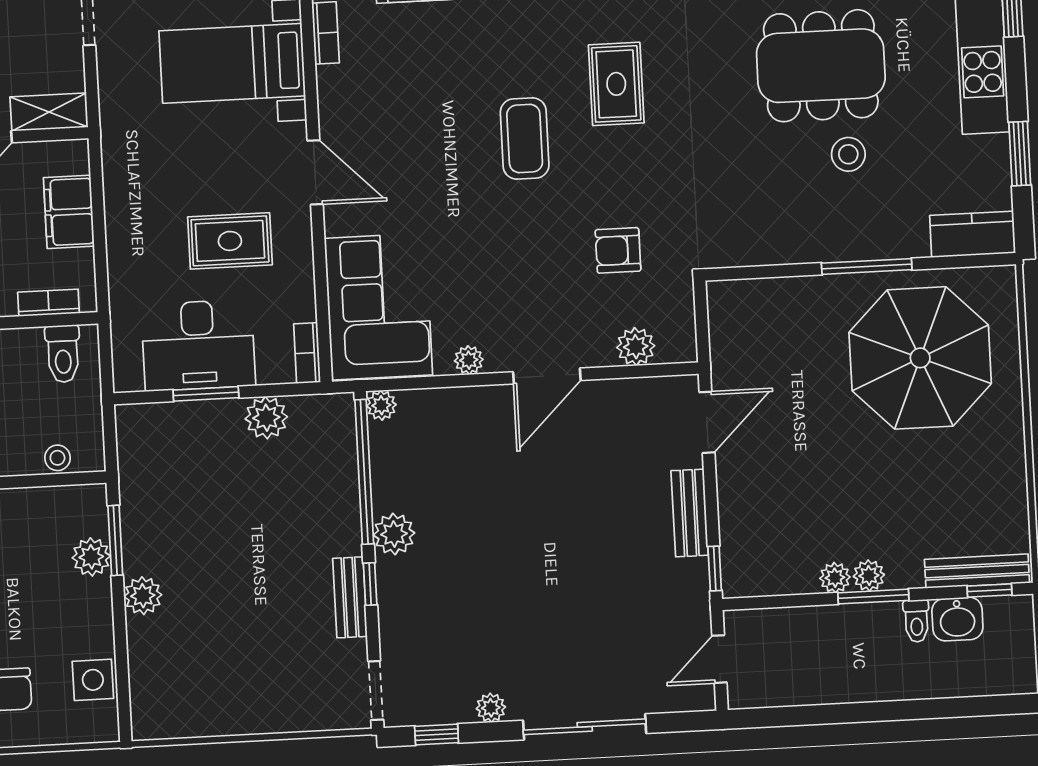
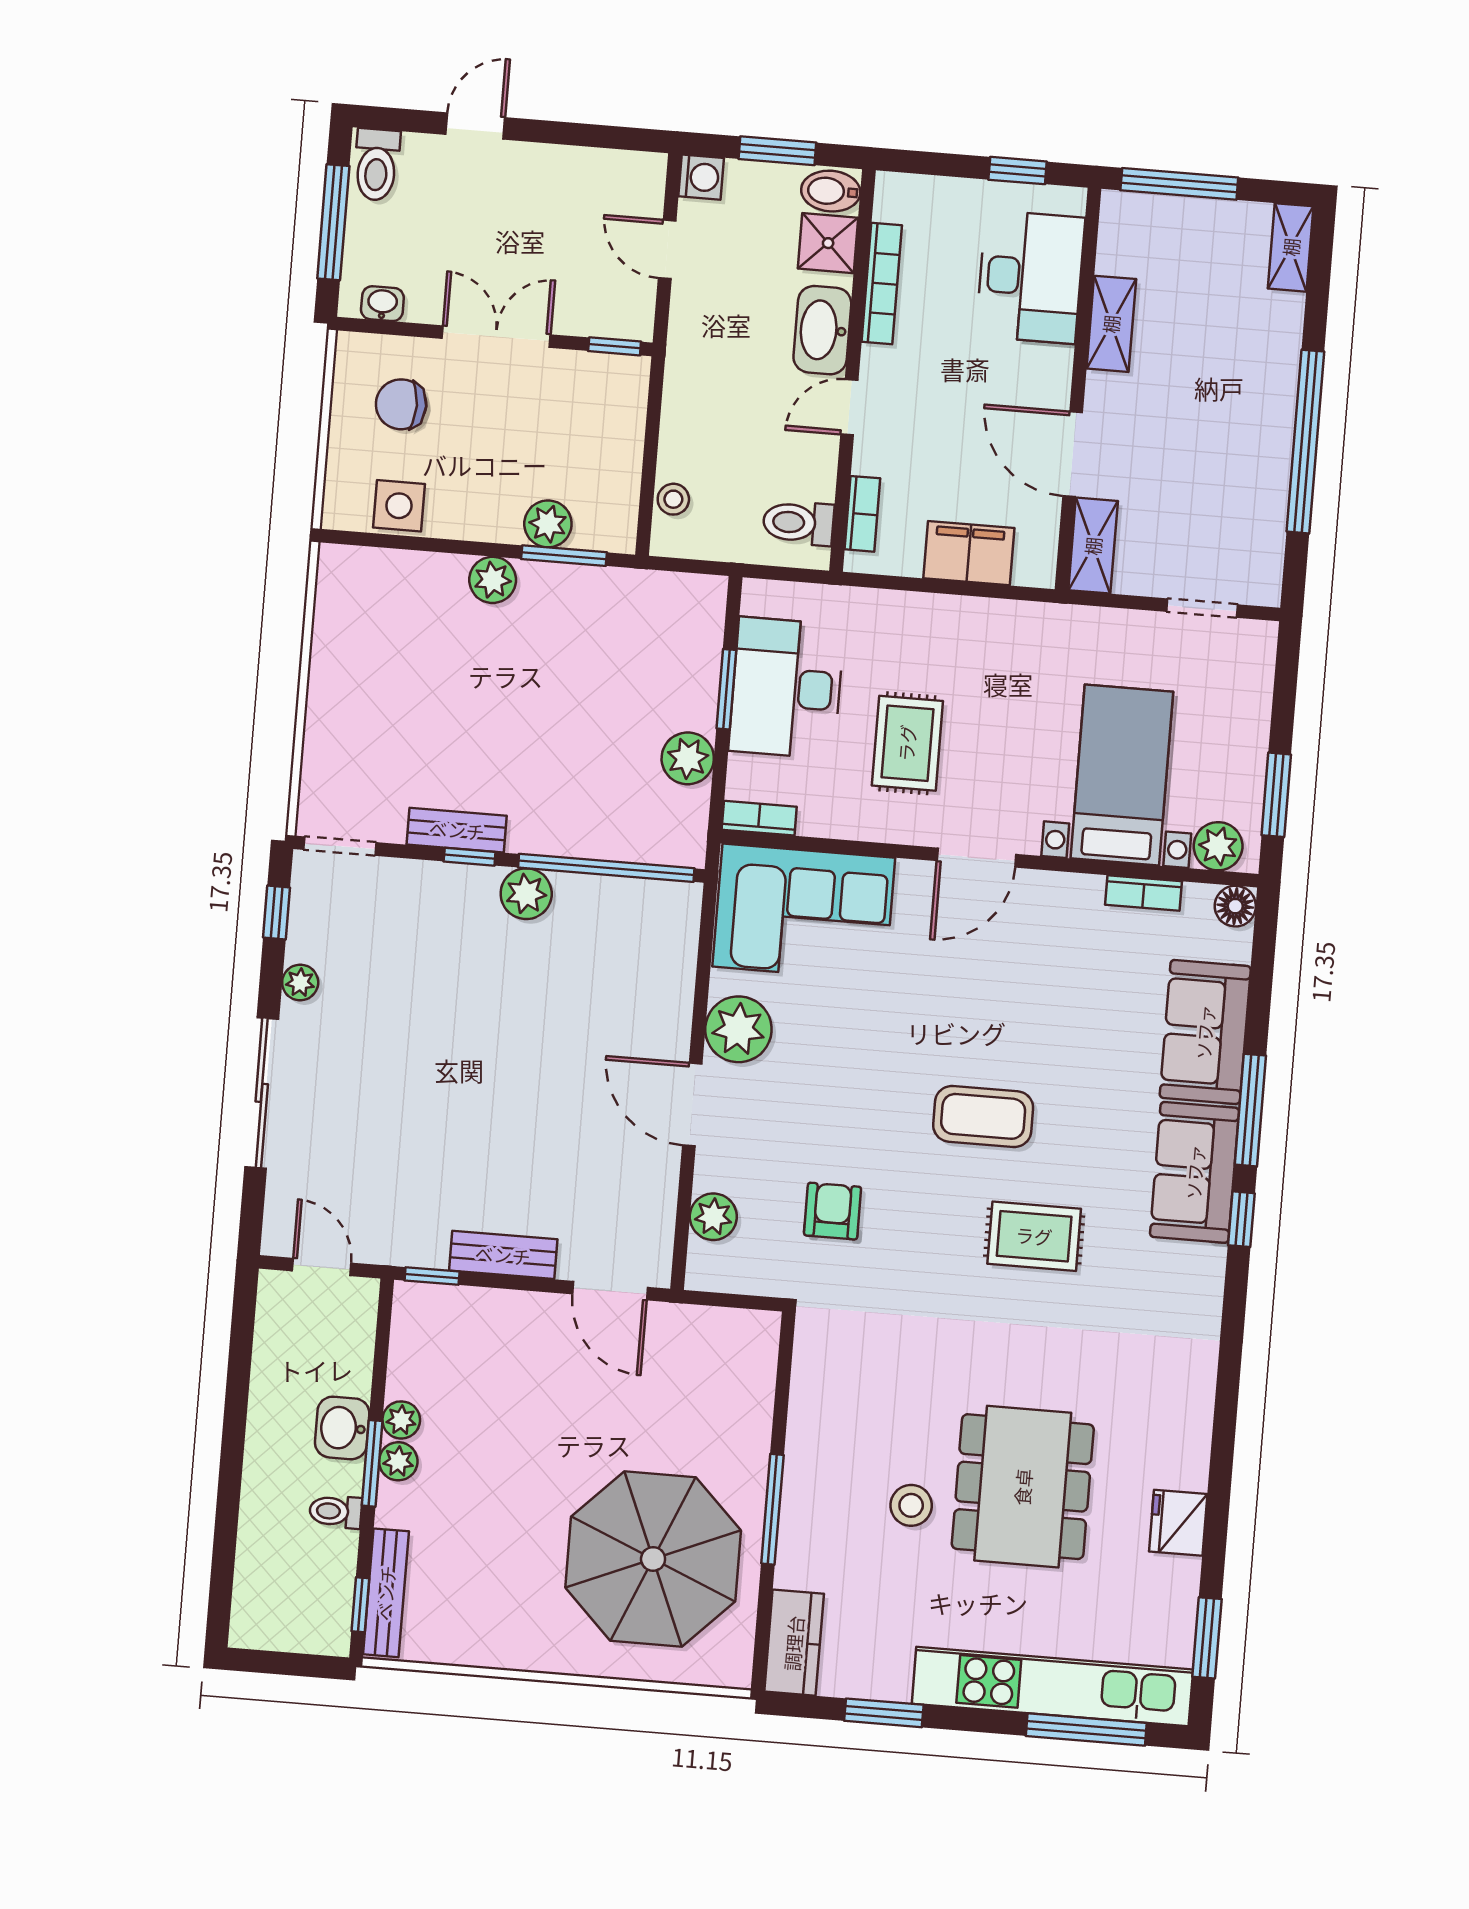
plant: (469, 360) -> (738, 1029), width x1.88, depth x1.88
plant: (381, 405) -> (684, 900), removed
washbasin: (957, 619) -> (342, 1428), moved

